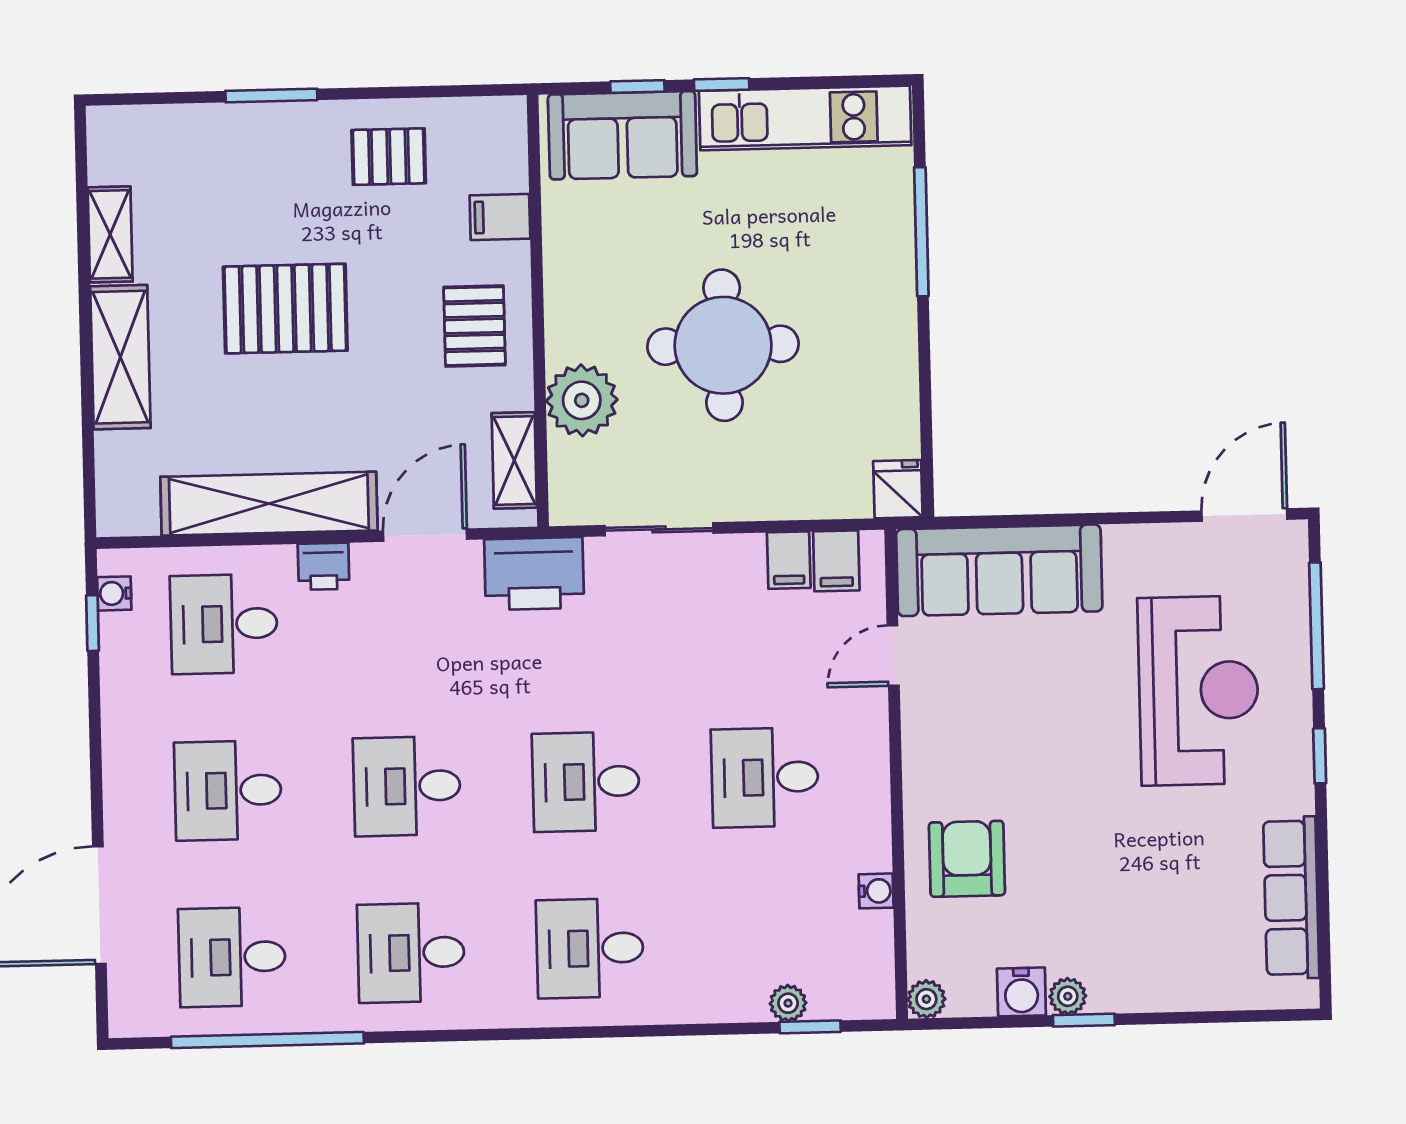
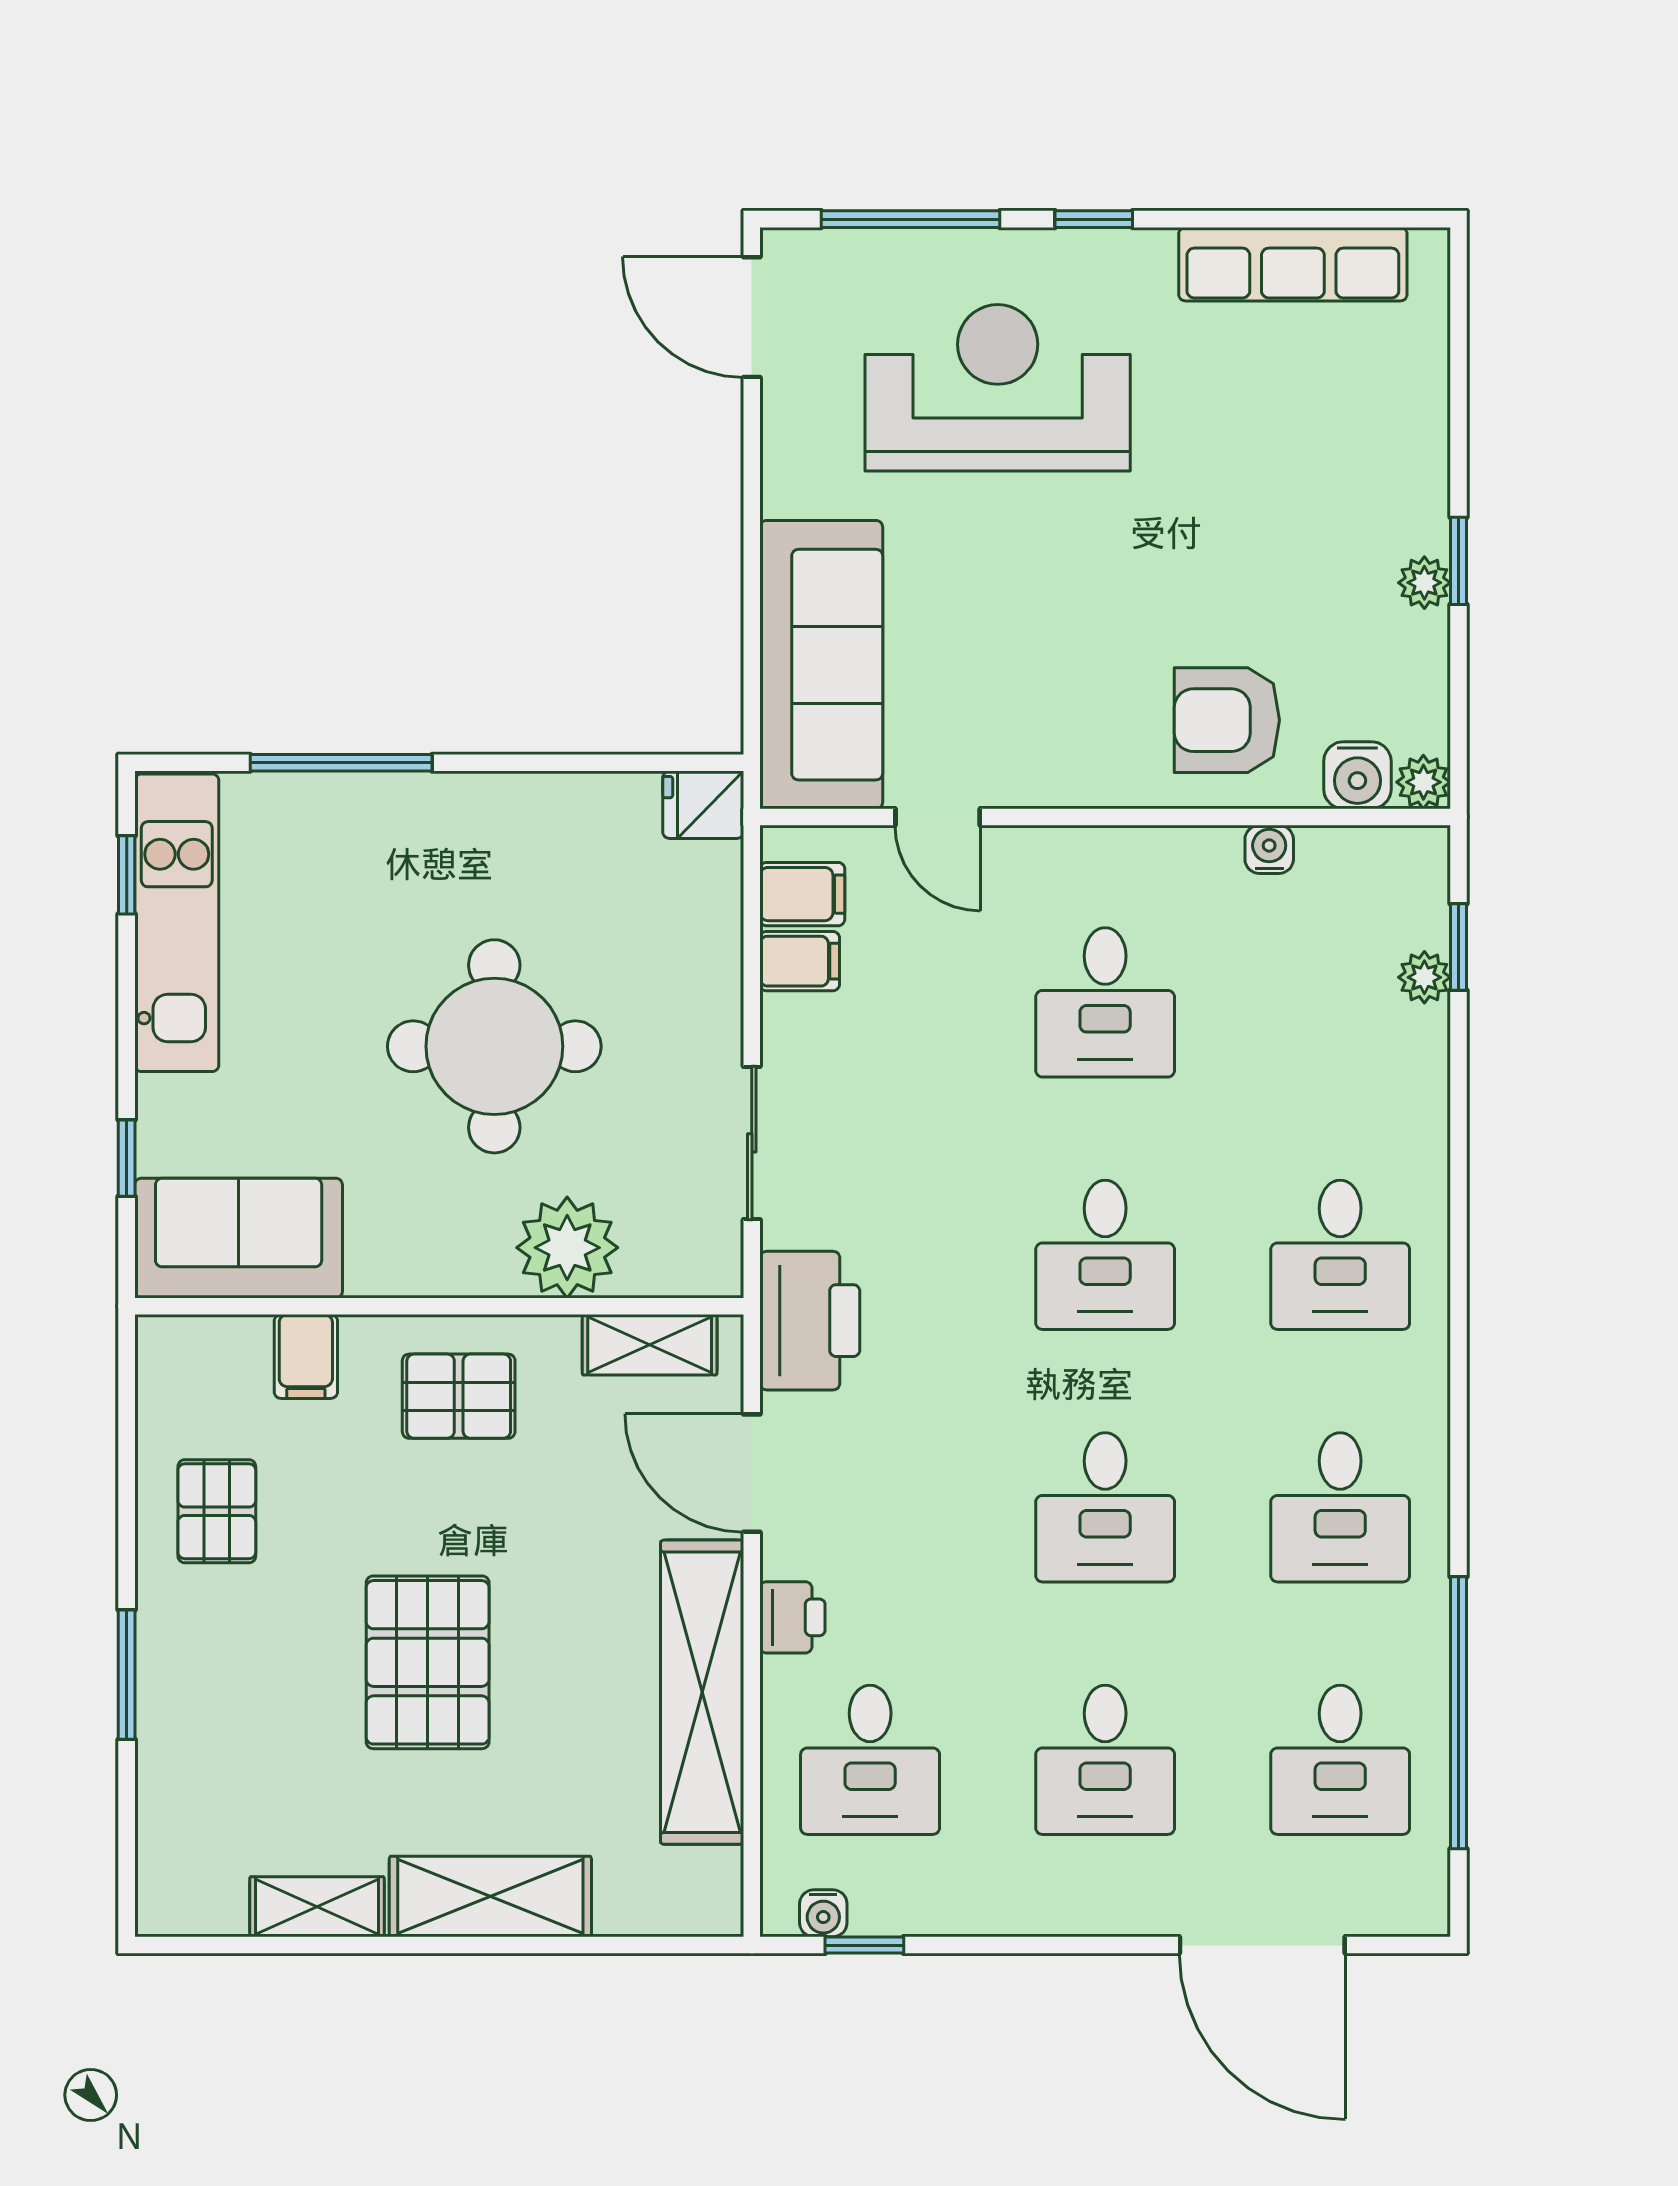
window: (722, 84) -> (127, 875), moved
sofa: (622, 135) -> (239, 1238), moved, turned -90
water cooler: (1021, 992) -> (1357, 775), moved, turned 90

